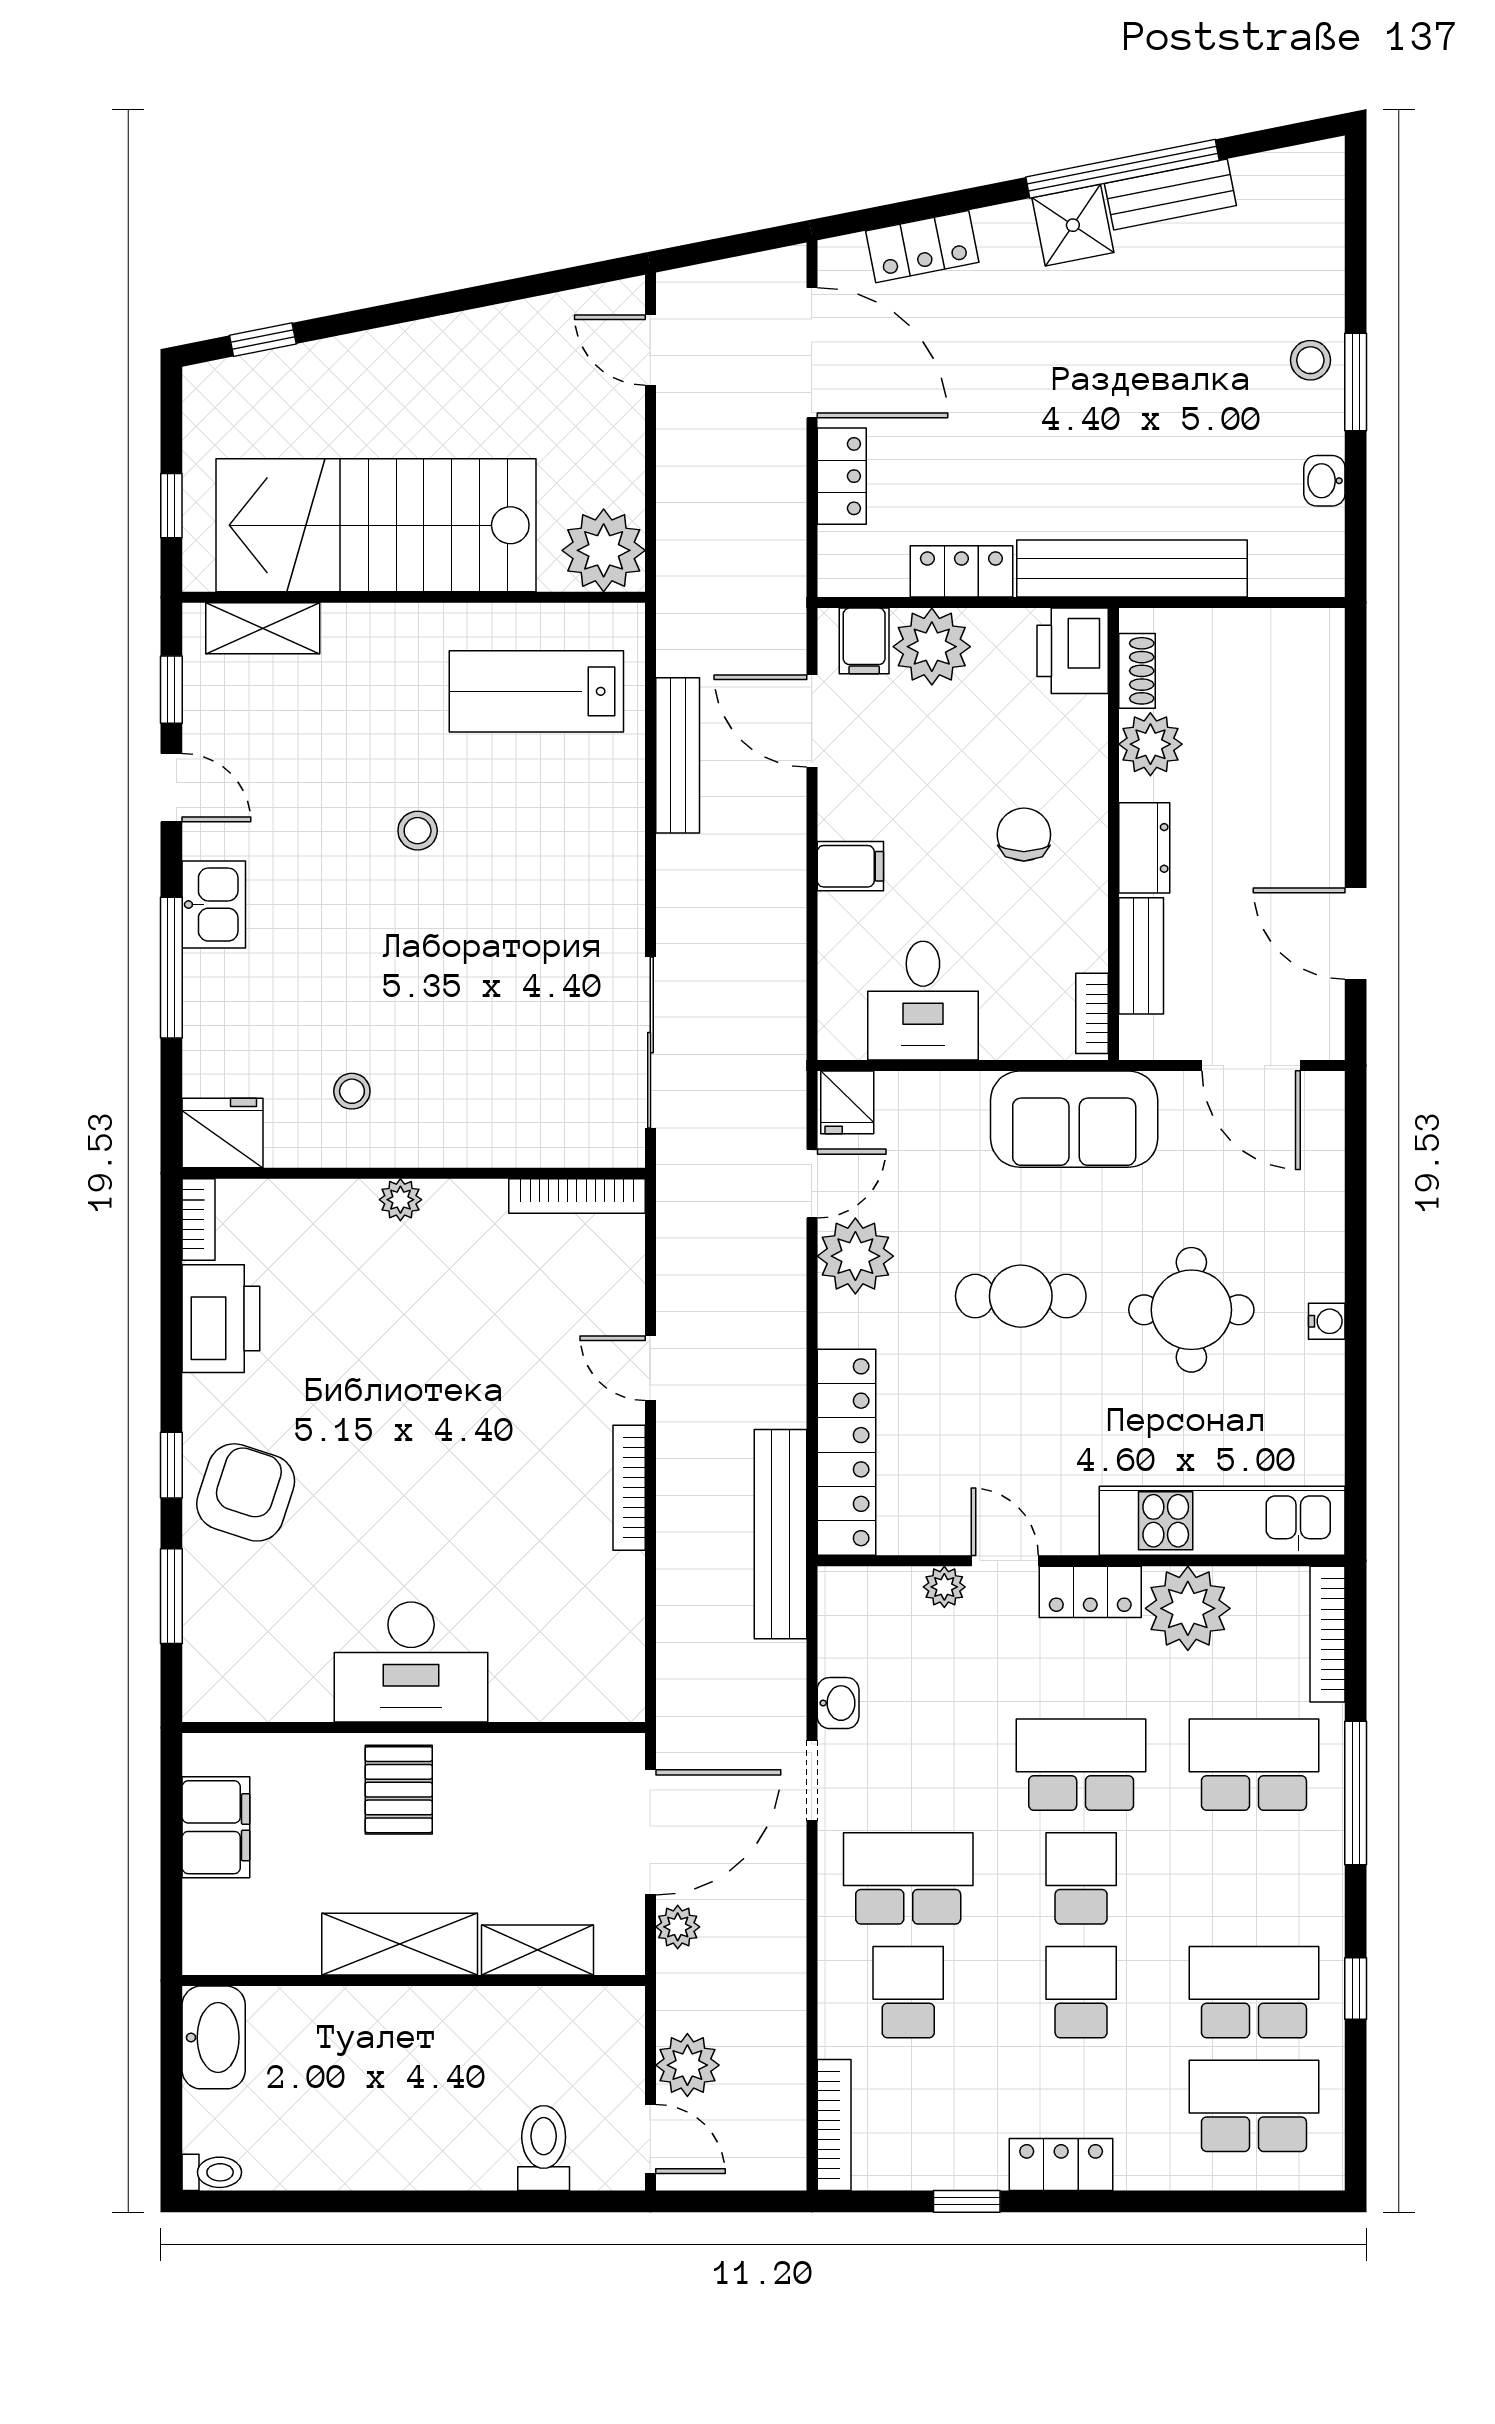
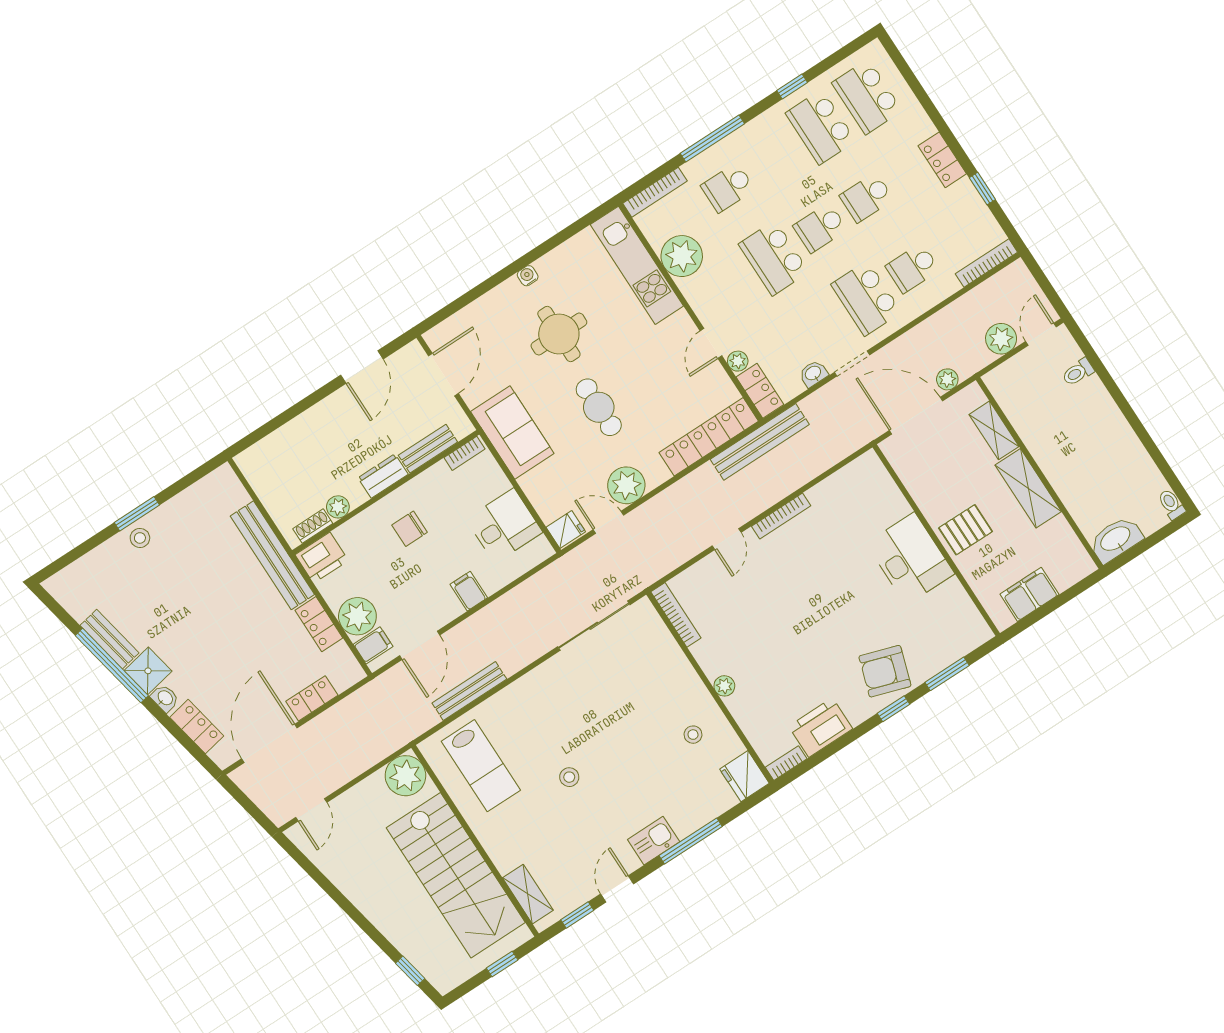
washbasin: (1324, 481) -> (165, 698), moved, turned -101
plant: (1150, 744) -> (338, 507), width x0.73, depth x0.73
locker: (1090, 1592) -> (760, 391), moved
school desk: (1254, 1765) -> (728, 188), width x0.54
toilet: (544, 2148) -> (1078, 372), width x0.73, depth x0.72

